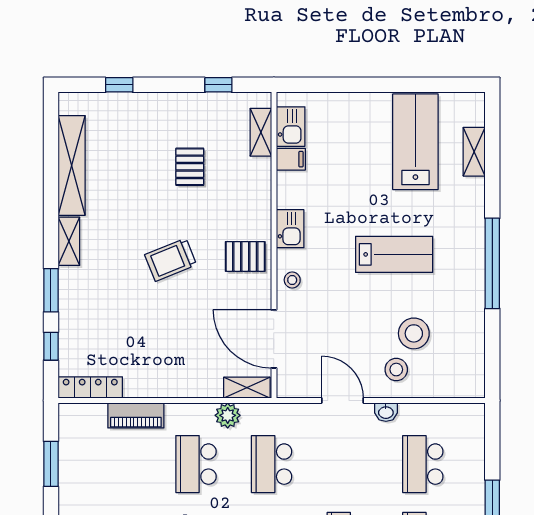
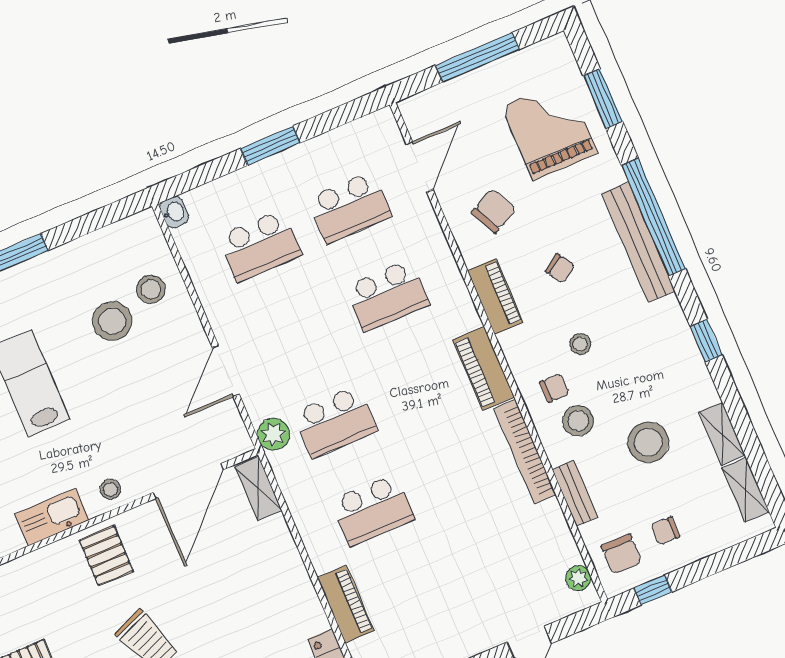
kitchen sink: (290, 229) -> (52, 517), width x1.38
stool: (396, 370) -> (151, 289), moved
washbasin: (386, 412) -> (174, 212), moved
plant: (228, 415) -> (273, 434), moved

